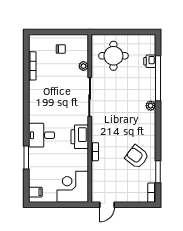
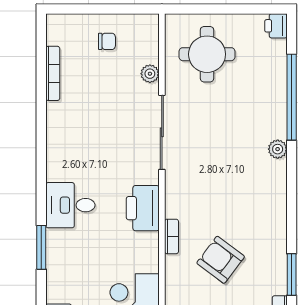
printer: (150, 61) -> (276, 26), moved
armchair: (137, 157) -> (221, 260), moved

